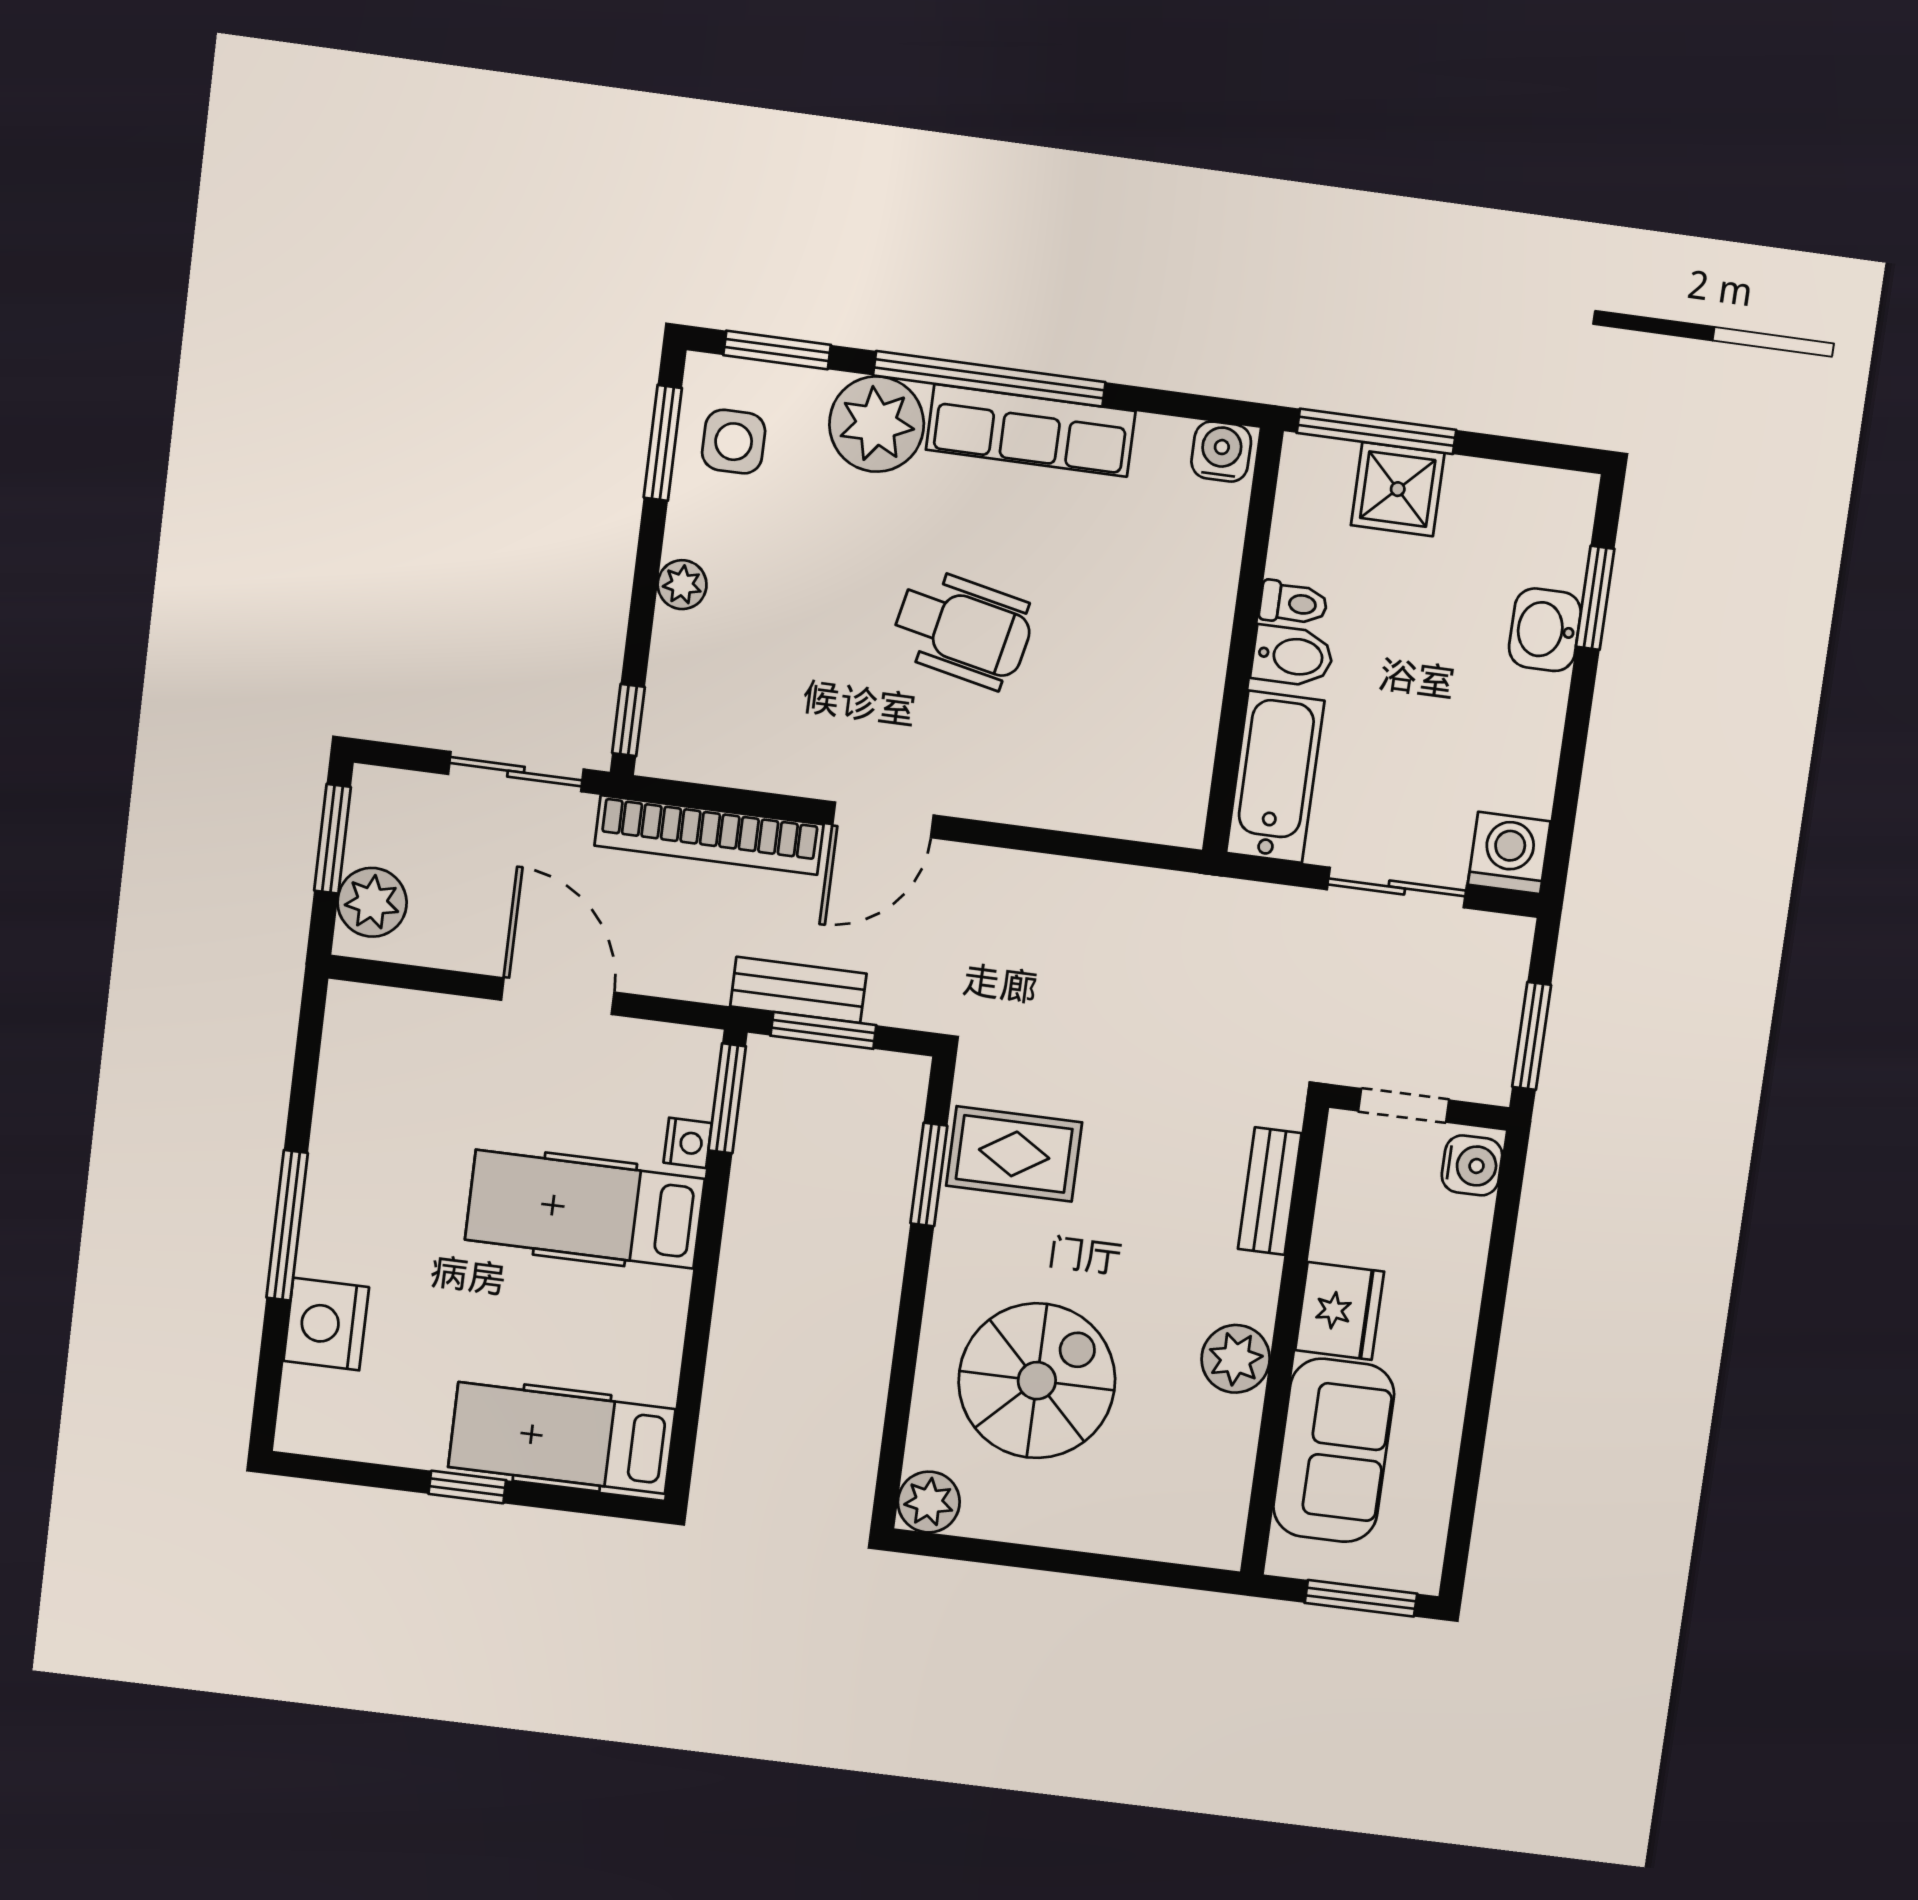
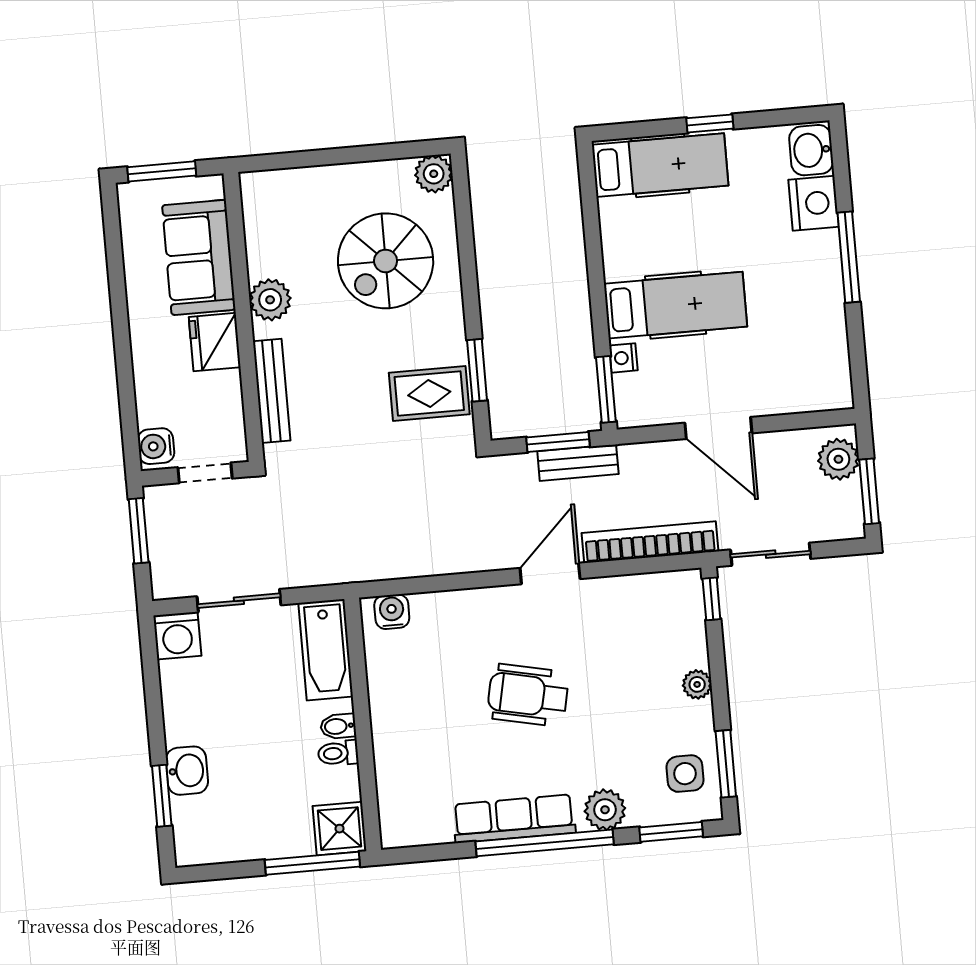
plant: (877, 424) -> (605, 810), width x0.73, depth x0.73
water cooler: (1221, 452) -> (392, 612), moved, turned 180
shower: (1398, 489) -> (340, 829), moved
bidet: (1293, 656) -> (338, 726), width x0.72, depth x0.74
bench: (1270, 1191) -> (272, 391), width x1.36
washbasin: (312, 1410) -> (811, 150), added

